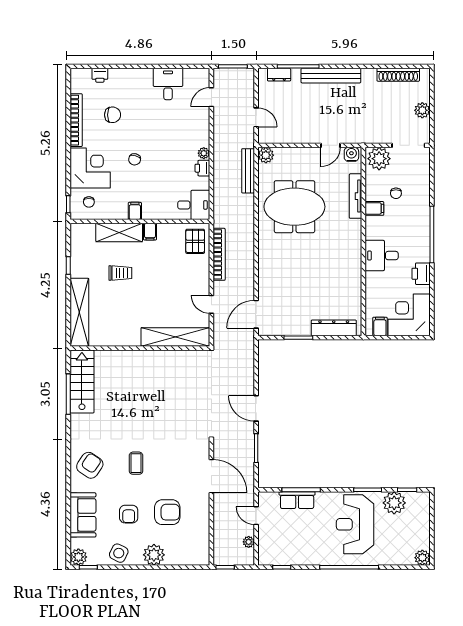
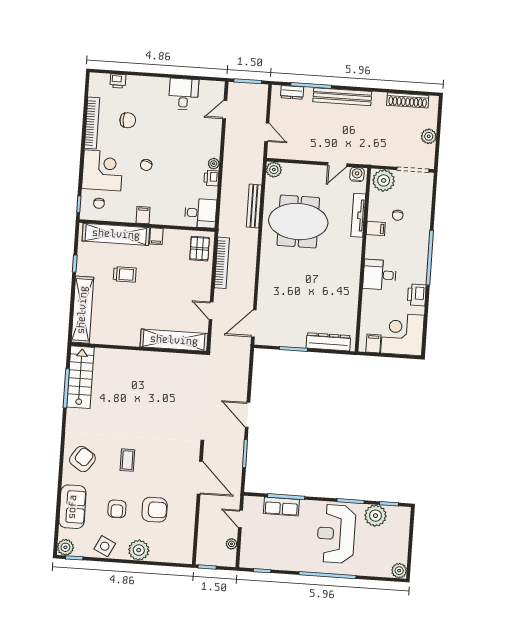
bench: (248, 171) -> (254, 206), moved
shelving: (119, 233) -> (116, 234), width x1.47

